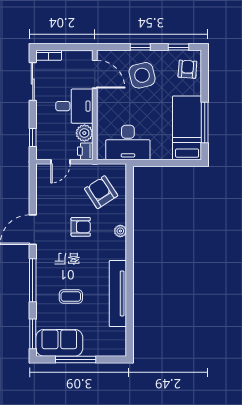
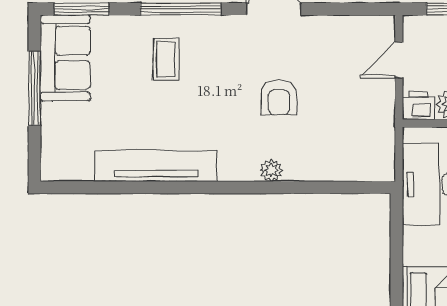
door: (60, 162) -> (399, 60), hinge flipped
armchair: (101, 192) -> (343, 135), removed
coffee table: (71, 297) -> (166, 59), moved

